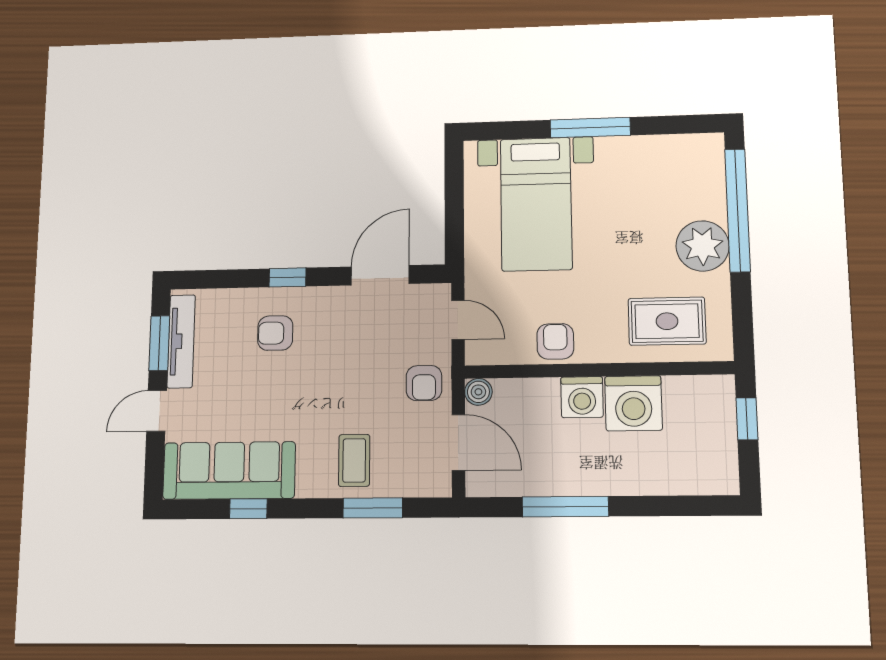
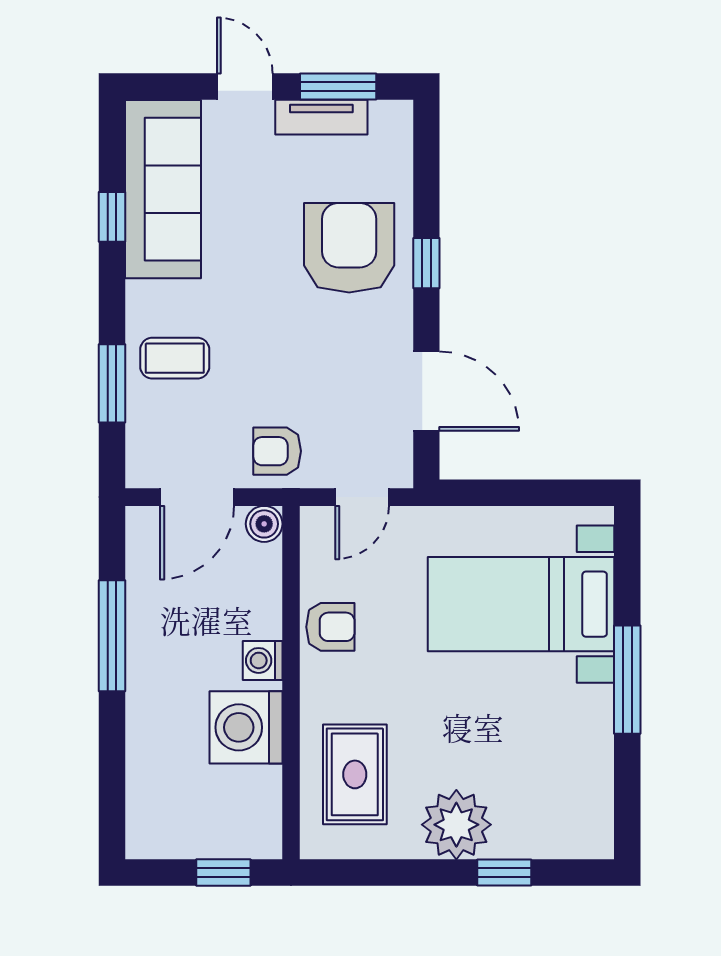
window: (737, 210) -> (504, 873), width x0.32
armchair: (275, 333) -> (349, 248), width x1.88, depth x1.88
tv unit: (181, 341) -> (321, 117), width x0.71
washing machine: (582, 397) -> (263, 660), width x0.73, depth x0.73

